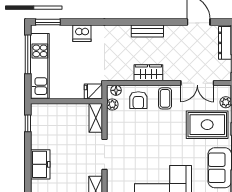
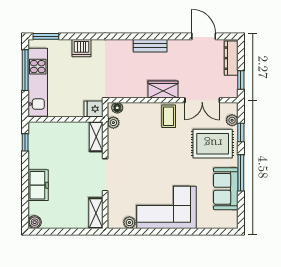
wardrobe: (148, 73) -> (163, 89), moved
armchair: (138, 100) -> (141, 118), removed

